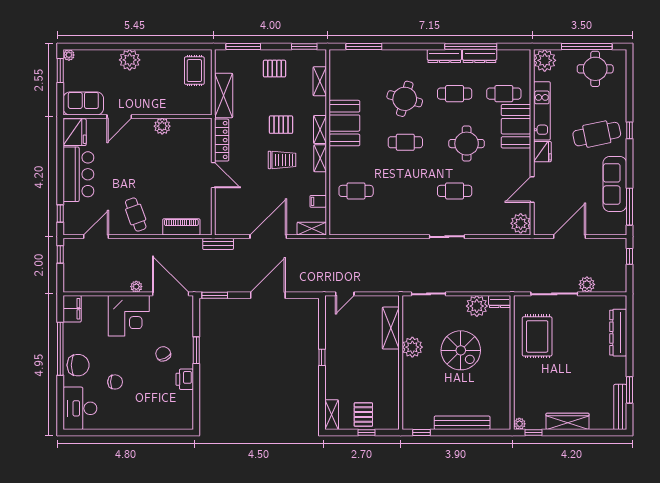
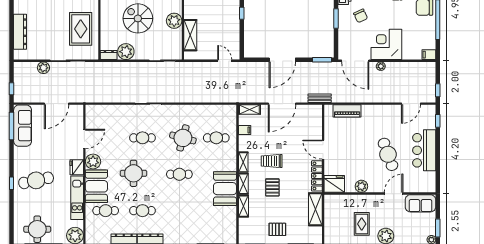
rug: (194, 71) -> (362, 224), moved
shelving: (320, 81) -> (243, 206), moved
round table: (405, 99) -> (183, 138), moved
pallet: (281, 125) -> (272, 187), turned 90
fridge: (75, 132) -> (334, 184), moved, turned 90
sofa: (615, 184) -> (23, 126), moved
cafe table: (136, 215) -> (388, 154), moved, width x1.37, depth x1.35
plant: (521, 223) -> (93, 162), moved
door: (345, 294) -> (225, 61), hinge flipped
filing cabinet: (72, 309) -> (429, 55), width x0.50

